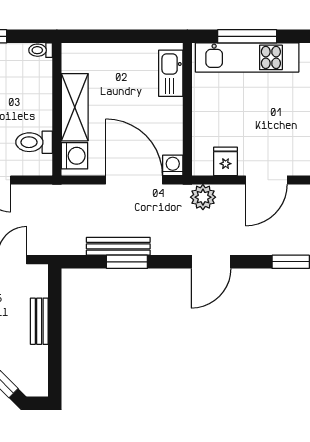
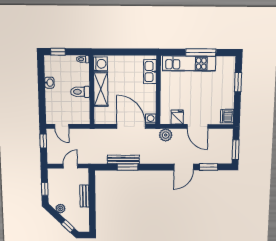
window: (247, 36) -> (201, 52), moved
toilet: (34, 142) -> (80, 92), moved
washing machine: (75, 156) -> (100, 64), moved
door: (266, 180) -> (197, 126), hinge flipped
door: (211, 262) -> (184, 167), moved

